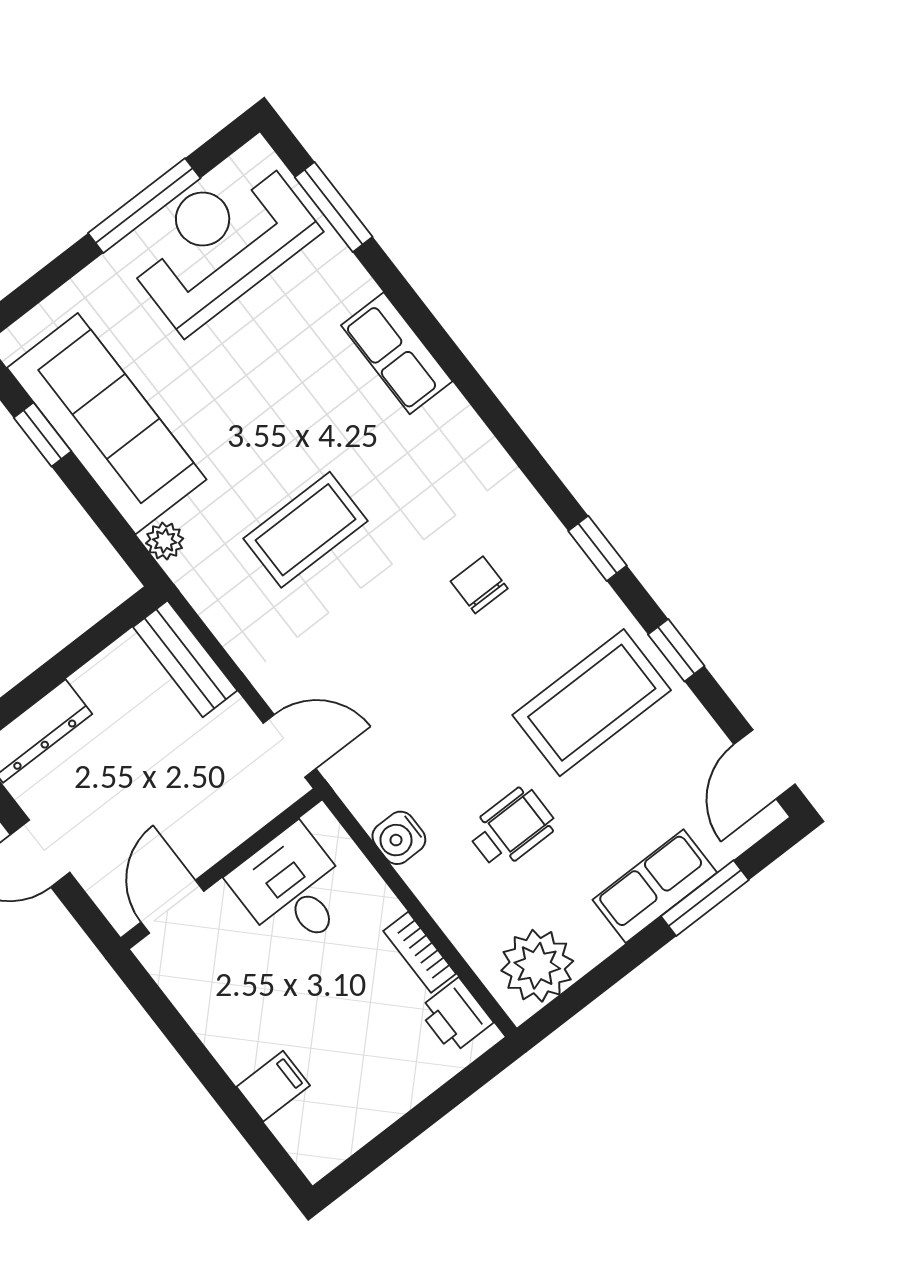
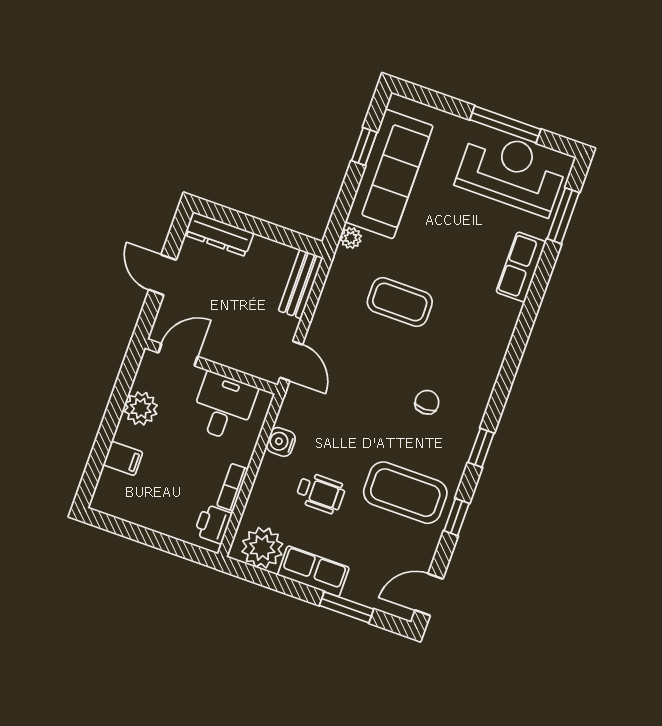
row of seats: (397, 353) -> (521, 267), moved
row of seats: (655, 886) -> (313, 571), moved
plant: (216, 1013) -> (141, 408), added

